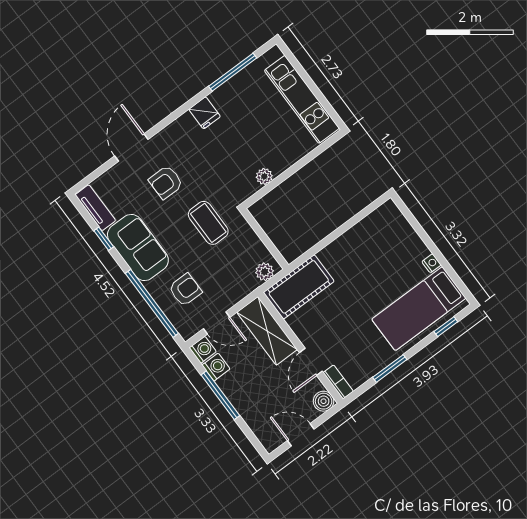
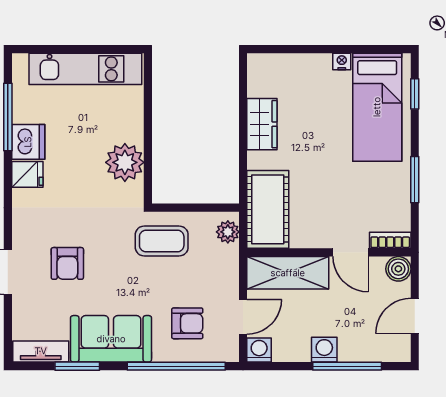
dishwasher: (226, 97) -> (28, 142), added
plant: (264, 176) -> (125, 162), width x1.87, depth x1.87
coffee table: (208, 223) -> (162, 241), moved
window: (104, 239) -> (77, 366), width x1.50
wardrobe: (352, 242) -> (262, 124), added
armchair: (185, 290) -> (187, 323), turned 90
washing machine: (216, 367) -> (324, 350), moved
window: (220, 395) -> (347, 366), moved

